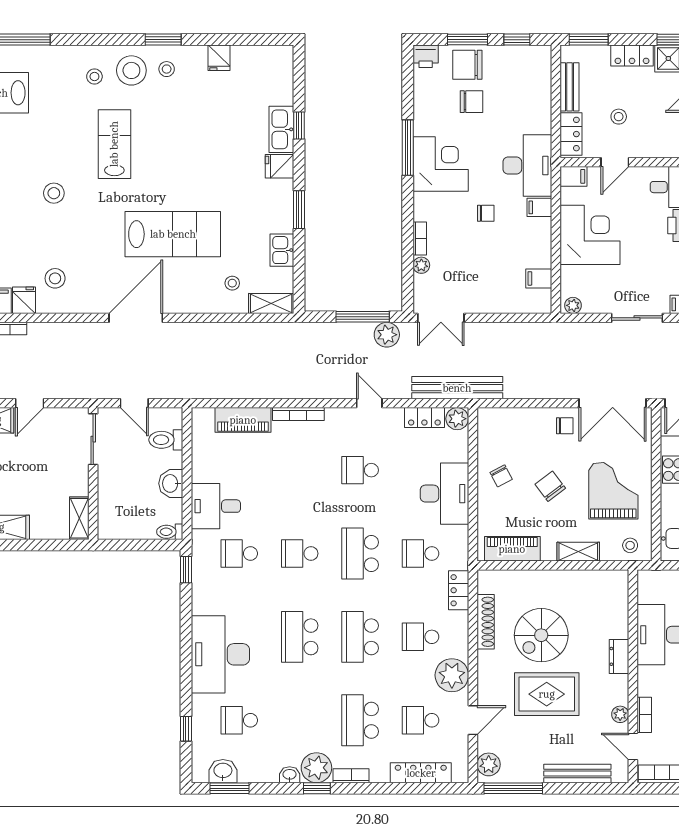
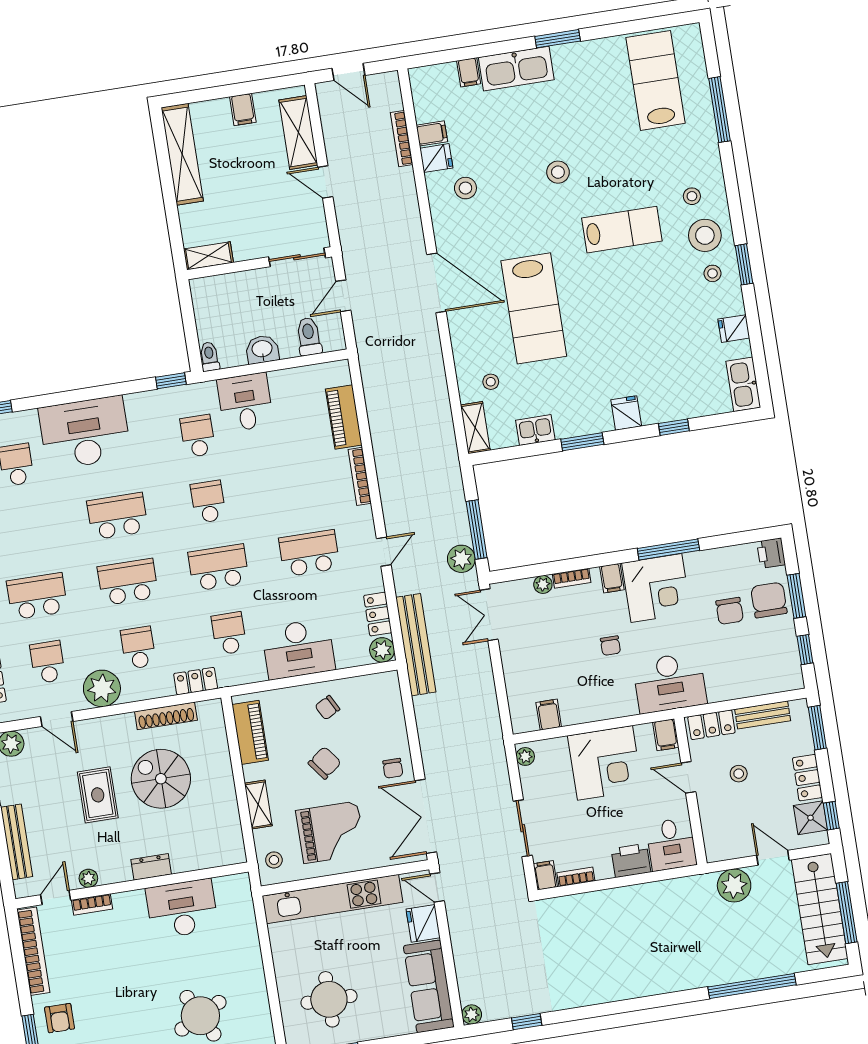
kitchen sink: (281, 129) -> (743, 384), moved, turned -90
filing cabinet: (539, 207) -> (612, 578), moved, turned 180
school desk: (360, 470) -> (309, 553), width x1.85
rug: (547, 694) -> (98, 795), width x0.73, depth x0.70

